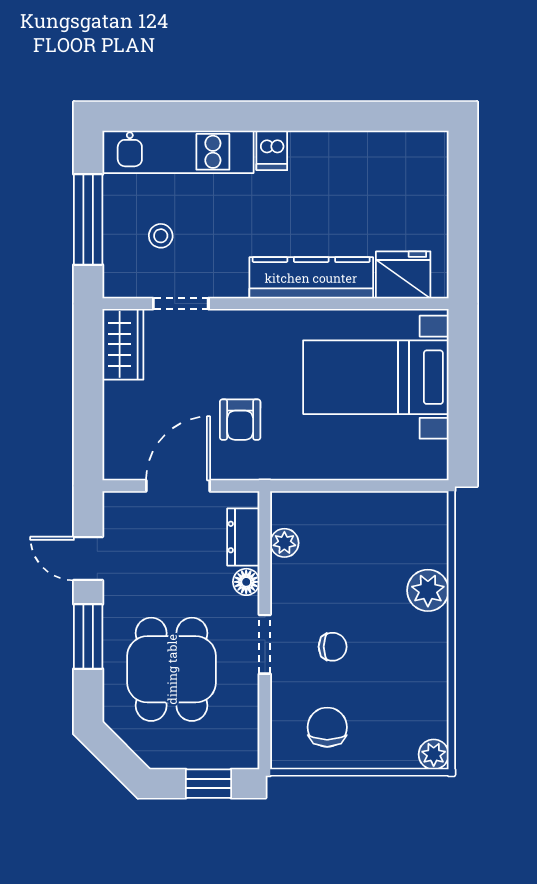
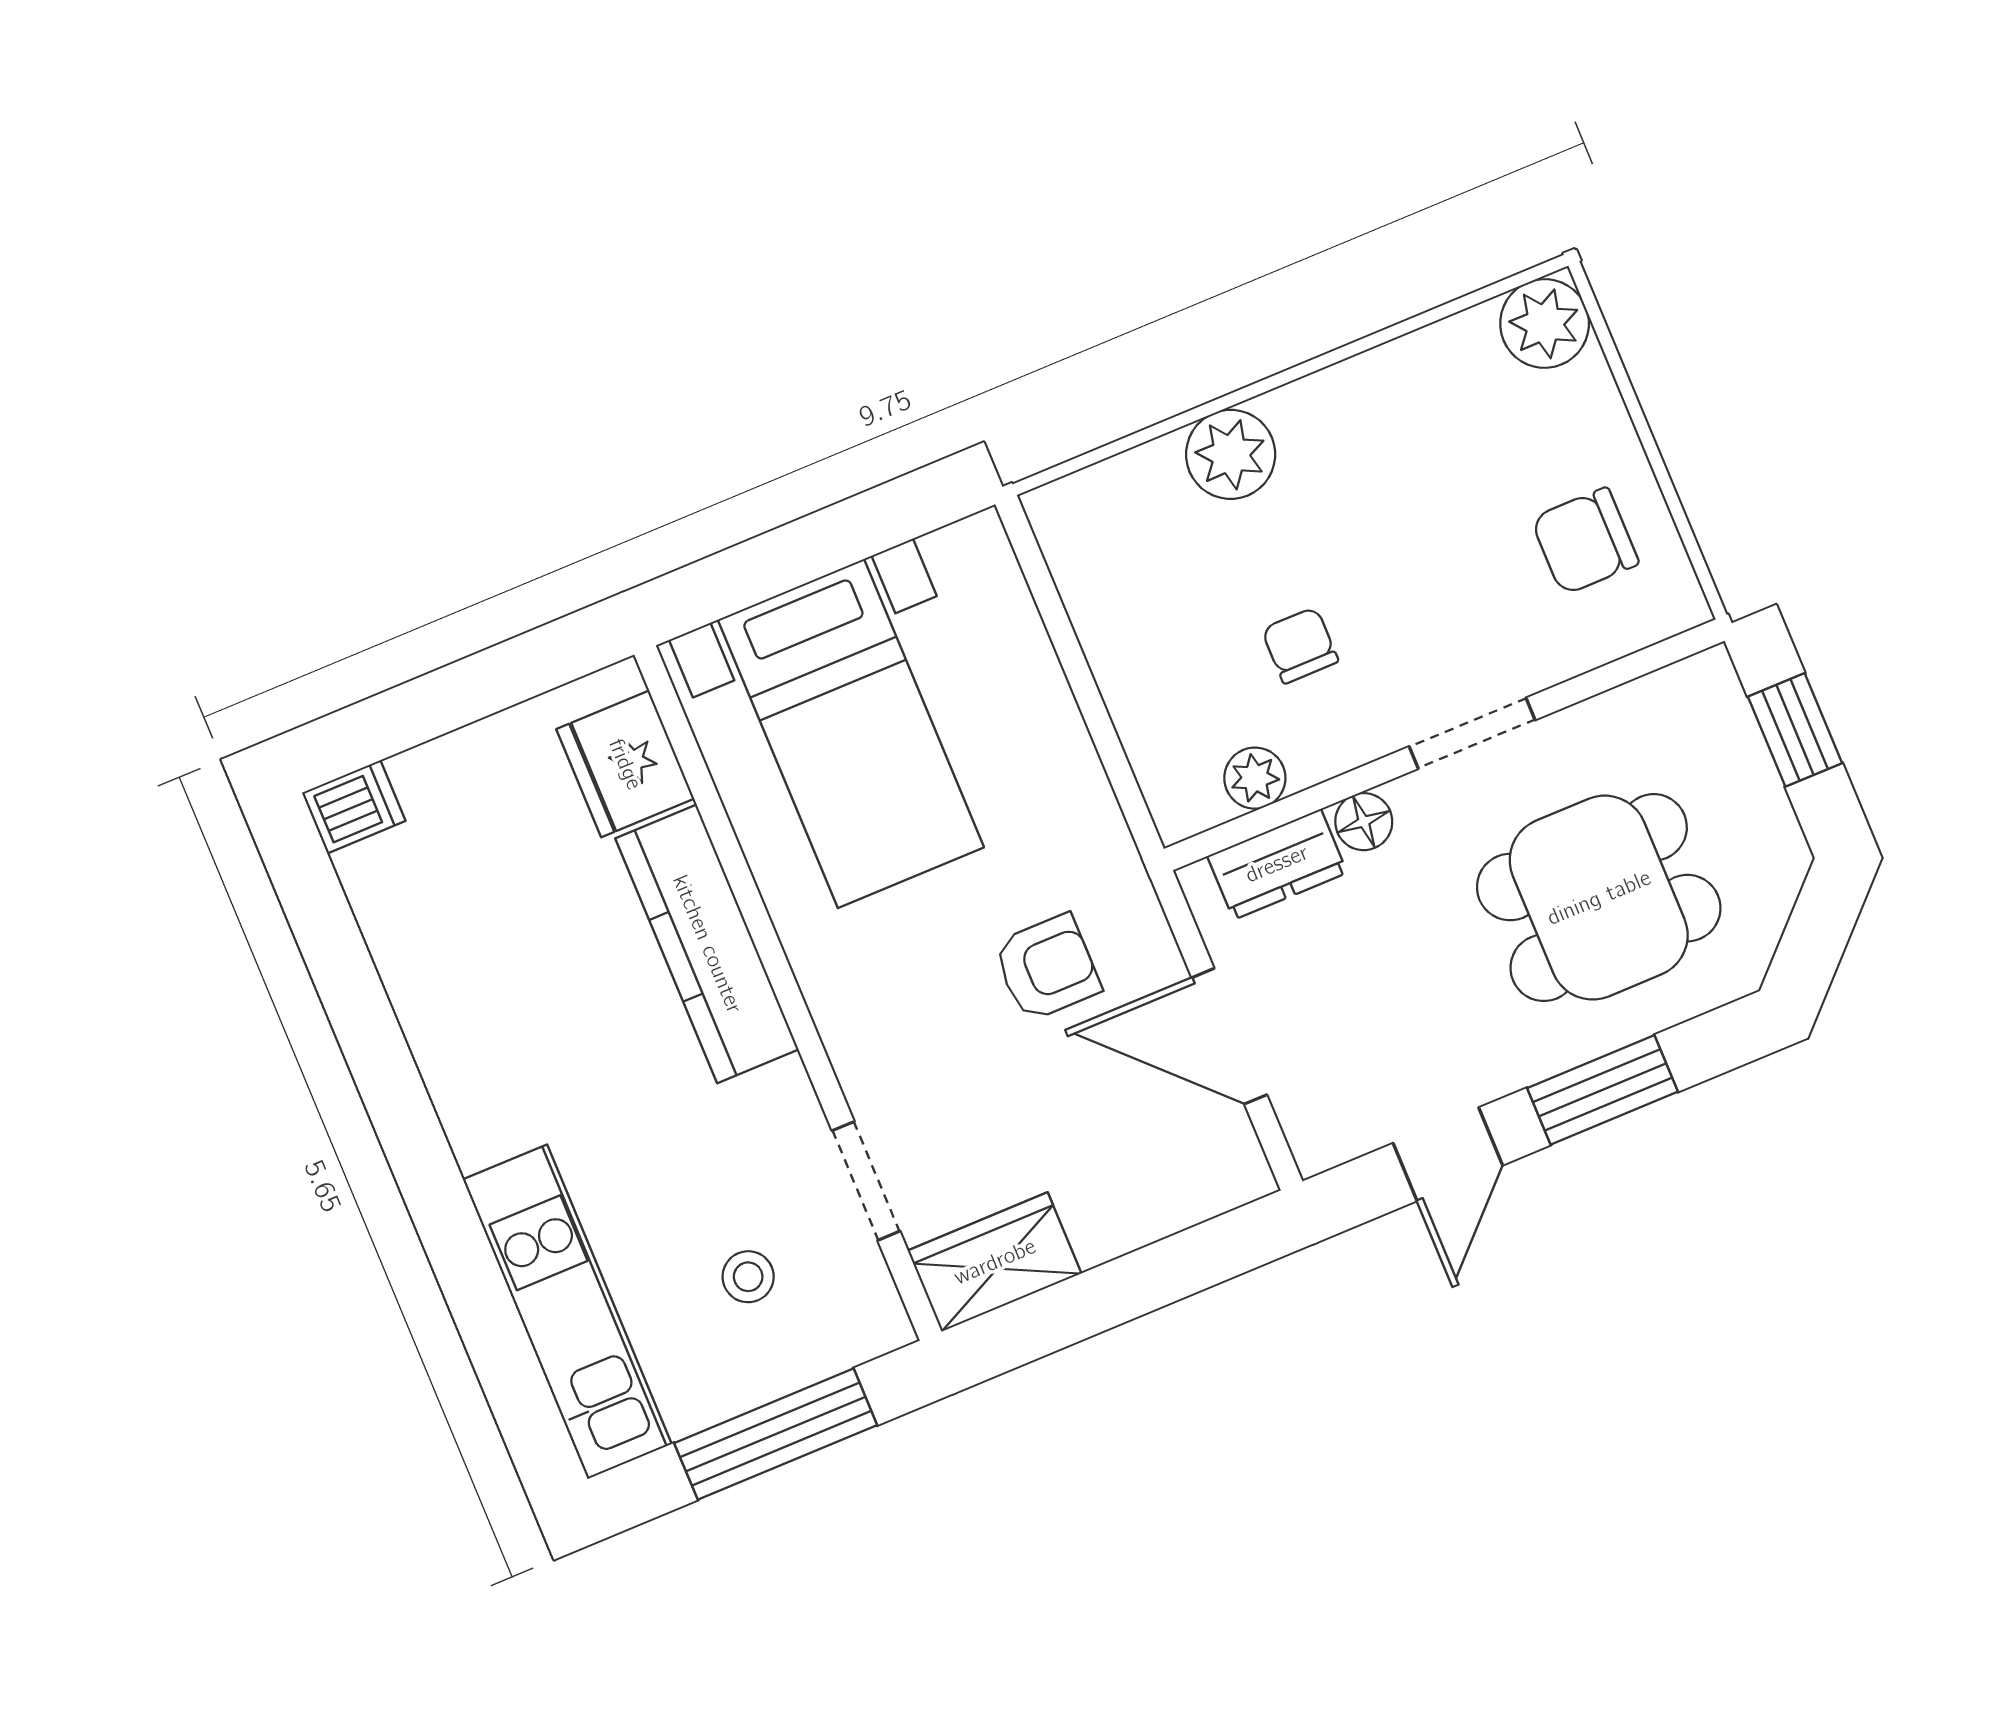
dishwasher: (272, 150) -> (354, 807), moved
chair: (333, 647) -> (1300, 645), moved
plant: (434, 754) -> (1545, 324), width x1.38, depth x1.38

